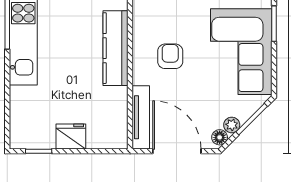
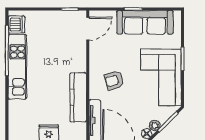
kitchen counter: (116, 48) -> (78, 97), moved
armchair: (170, 56) -> (114, 80), turned -106

